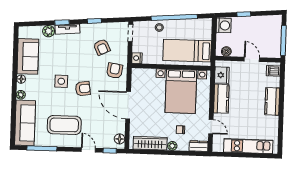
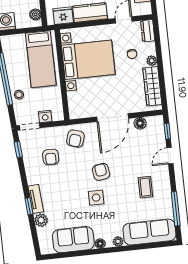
window: (94, 21) -> (18, 150), moved
armchair: (102, 47) -> (51, 157), turned 115
nightstand: (137, 58) -> (45, 117), moved
armchair: (115, 71) -> (75, 139), turned -81
coffee table: (64, 125) -> (145, 187), width x0.54, depth x0.58
floor lamp: (120, 139) -> (140, 123), moved

